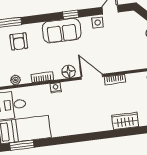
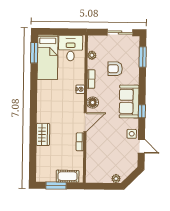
armchair: (19, 41) -> (115, 69), moved
wardrobe: (125, 121) -> (43, 134), moved

